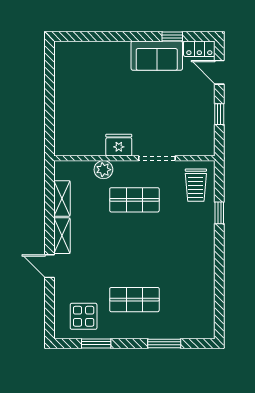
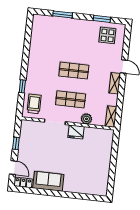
window: (172, 36) -> (38, 191), removed
shelving: (62, 198) -> (111, 116), moved
shop shelf: (134, 300) -> (74, 71), moved

